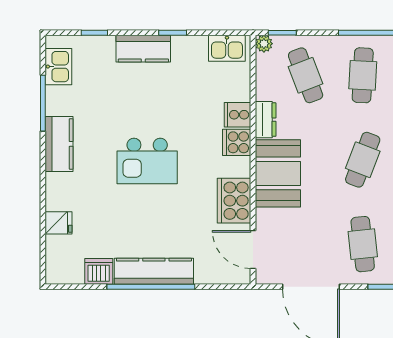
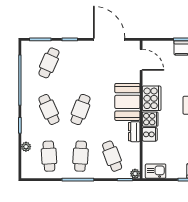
cooker: (234, 201) -> (152, 98), moved
cafe table: (363, 244) -> (81, 63), removed

